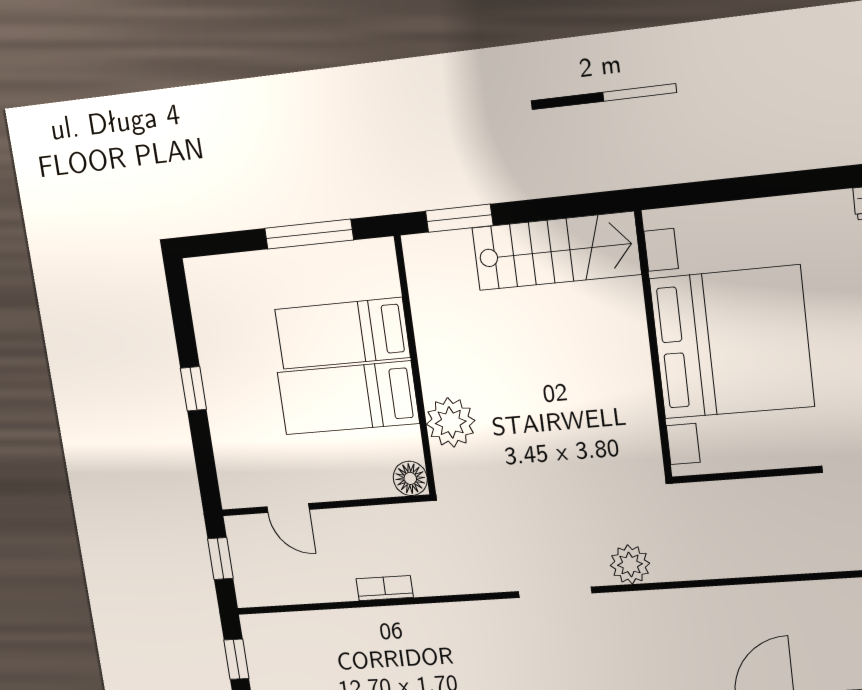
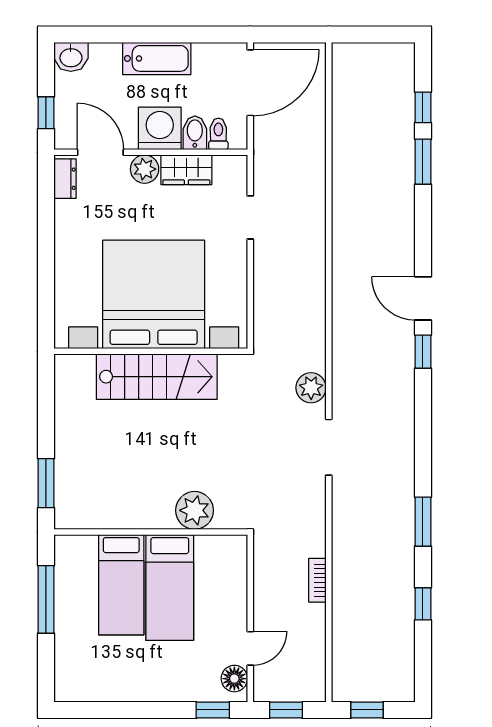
stairs: (556, 251) -> (157, 377), moved, turned 90
window: (193, 389) -> (213, 710), moved
floor lamp: (410, 478) -> (234, 679), moved

